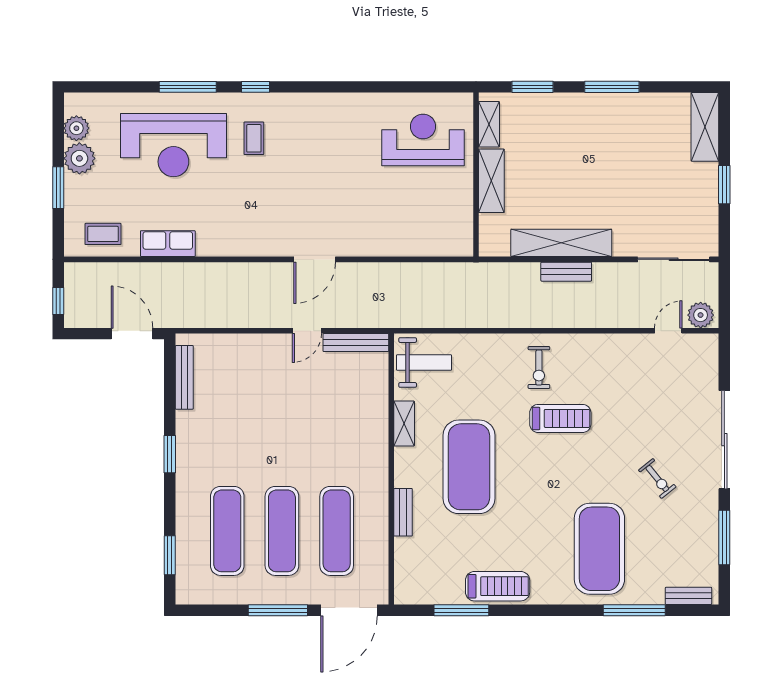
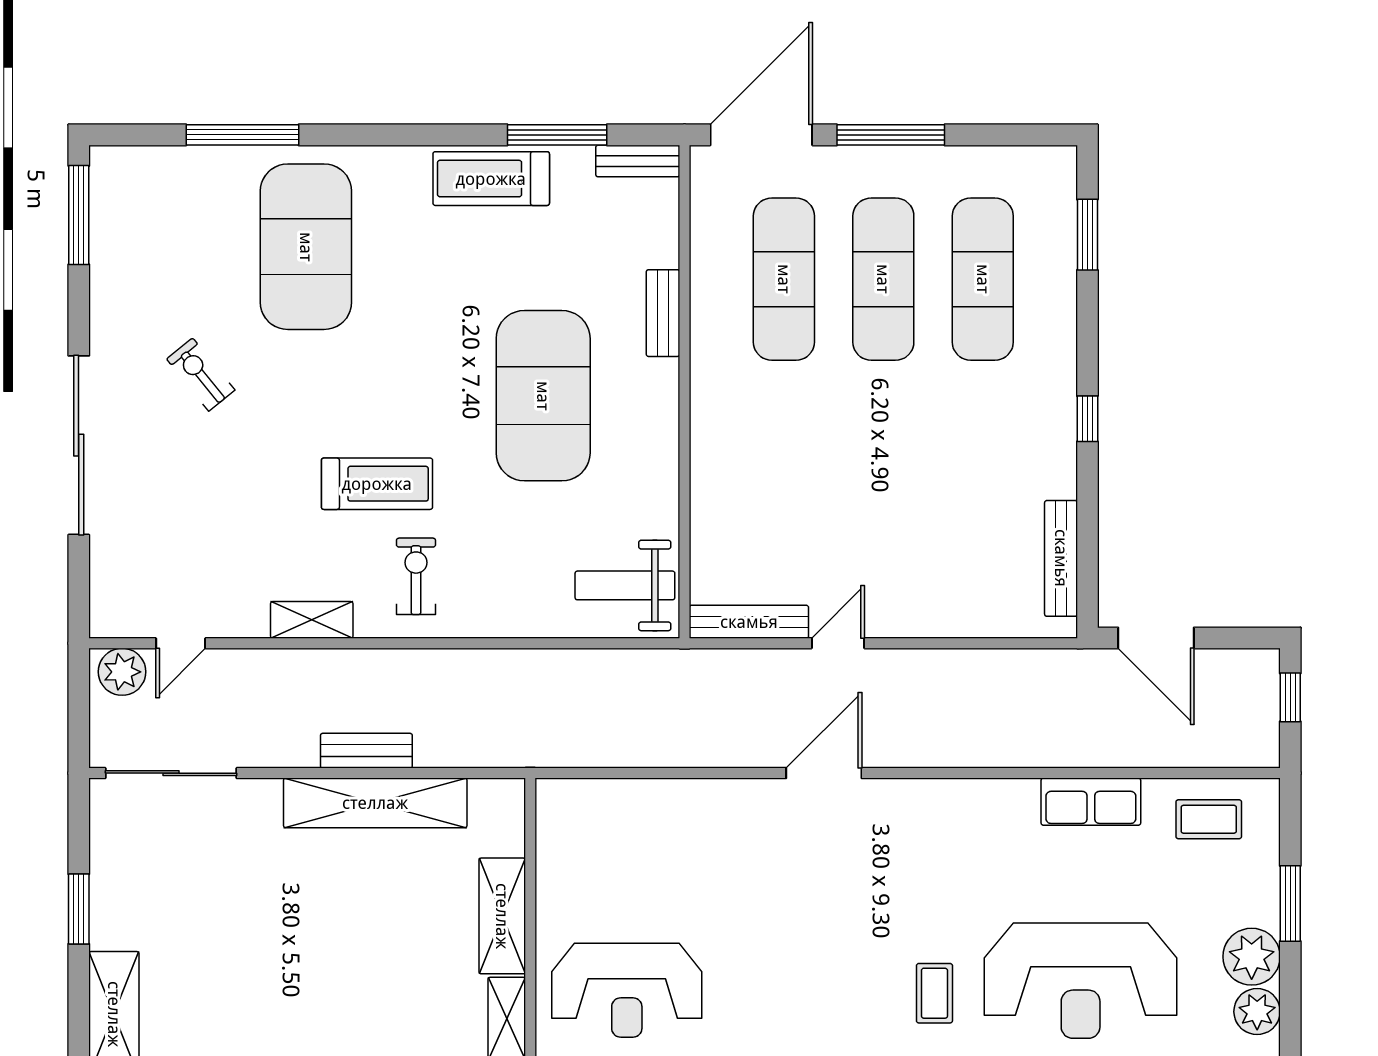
reception desk: (173, 145) -> (1081, 981), turned 180
treadmill: (560, 418) -> (377, 484), turned 180
shelving: (404, 423) -> (312, 620), moved, turned 90
window: (170, 454) -> (1087, 419), width x0.67
window: (724, 538) -> (79, 215), moved
bench: (688, 596) -> (638, 161), moved

